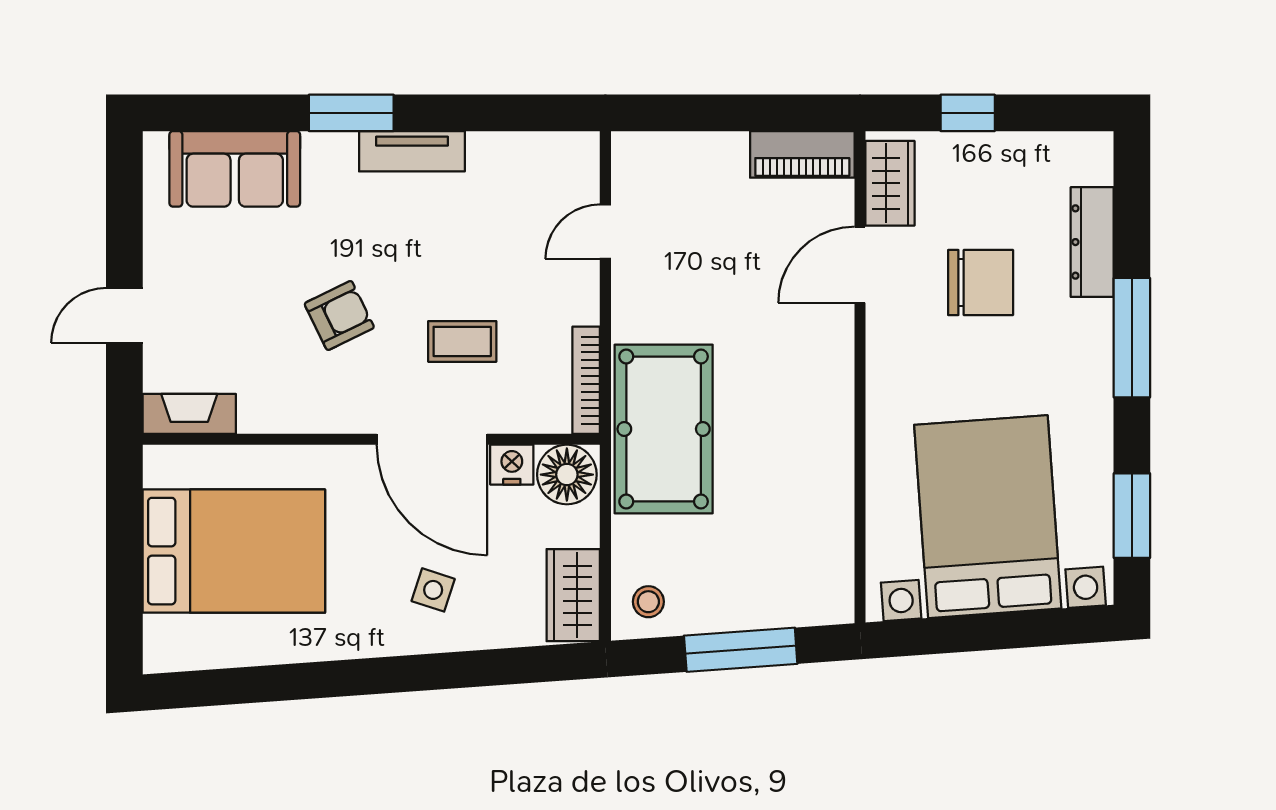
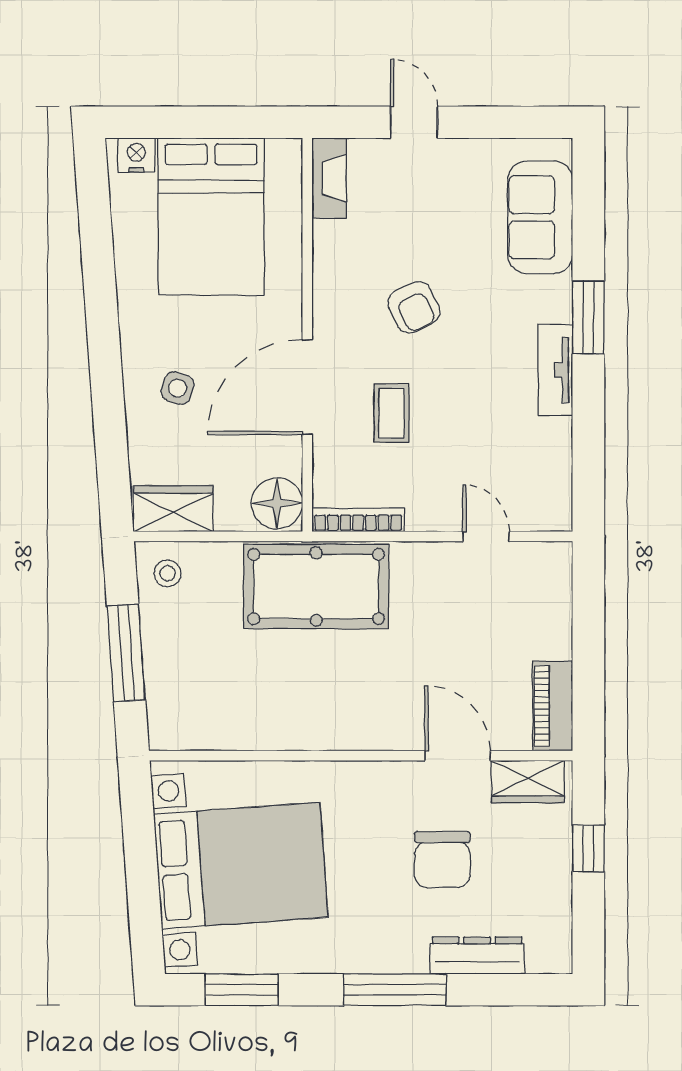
nightstand: (512, 465) -> (136, 155), moved, turned -90

